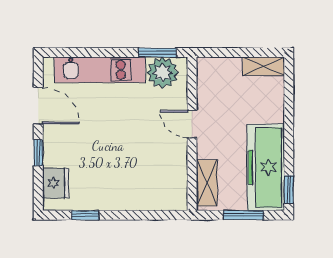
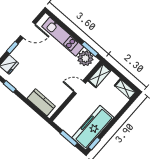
door: (38, 106) -> (28, 30), hinge flipped
door: (192, 124) -> (79, 87), hinge flipped
shelving: (207, 183) -> (99, 76), moved
kitchen counter: (154, 197) -> (41, 102), added

